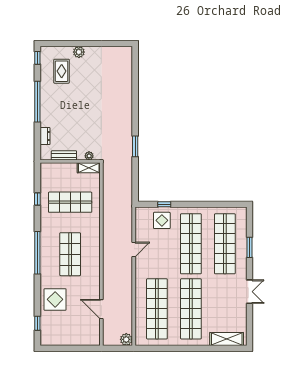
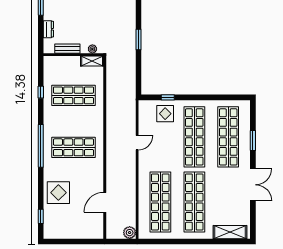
shop shelf: (70, 254) -> (73, 147), turned 90
double door: (249, 292) -> (253, 185), width x1.37
door: (101, 309) -> (105, 202), hinge flipped

